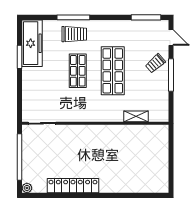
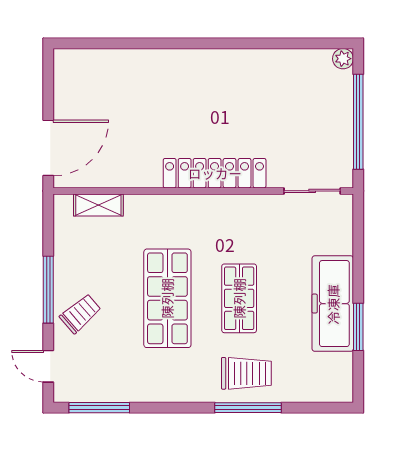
trolley: (74, 34) -> (246, 373), turned 180
freezer: (32, 43) -> (333, 304), moved
shelving: (136, 116) -> (98, 205), moved
door: (171, 144) -> (48, 148), added
locker: (73, 186) -> (215, 173), moved, turned 180

